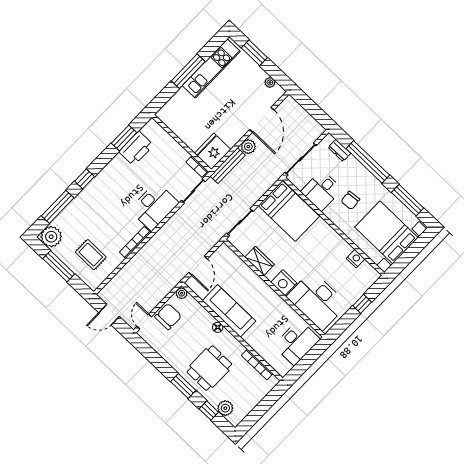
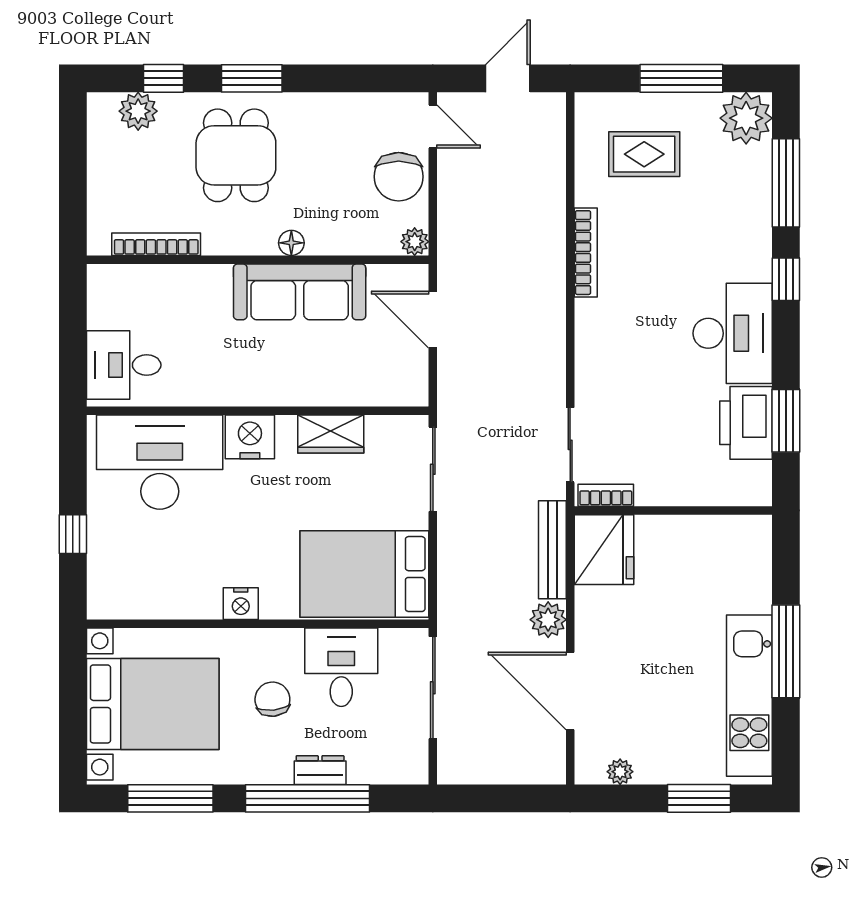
dresser: (339, 150) -> (320, 770), moved
desk: (154, 206) -> (733, 333), moved, turned 180
nightstand: (356, 259) -> (241, 604), moved
desk: (297, 342) -> (124, 365), width x0.73

